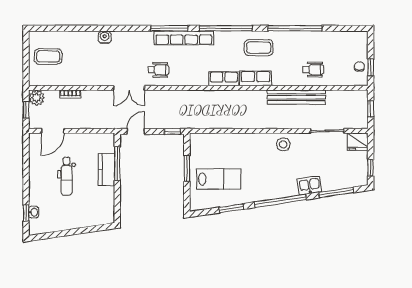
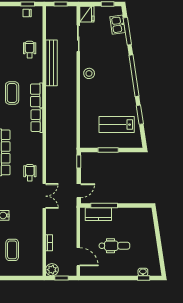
coffee table: (48, 56) -> (12, 250), moved
door: (136, 132) -> (79, 191), swing flipped
kitchen counter: (106, 170) -> (98, 214), moved
lab bench: (219, 179) -> (117, 125), turned -90
kitchen sink: (309, 186) -> (118, 25), moved

